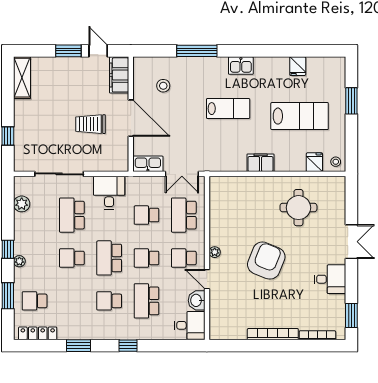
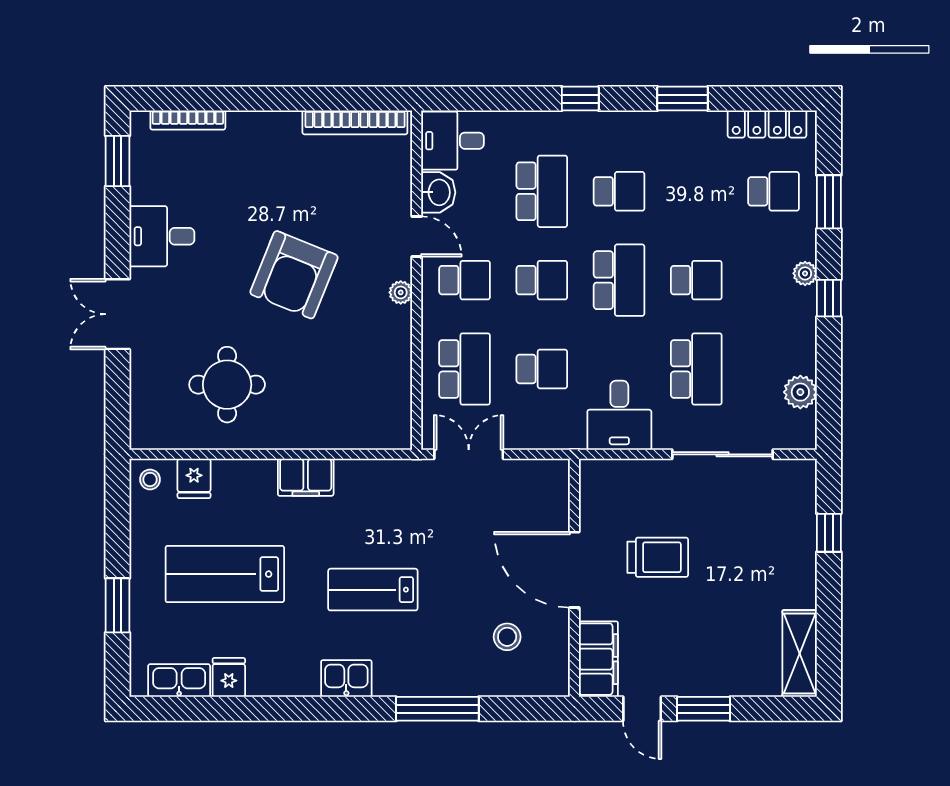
kitchen sink: (148, 164) -> (179, 680), moved, turned 180
bookcase: (273, 334) -> (355, 122), moved

